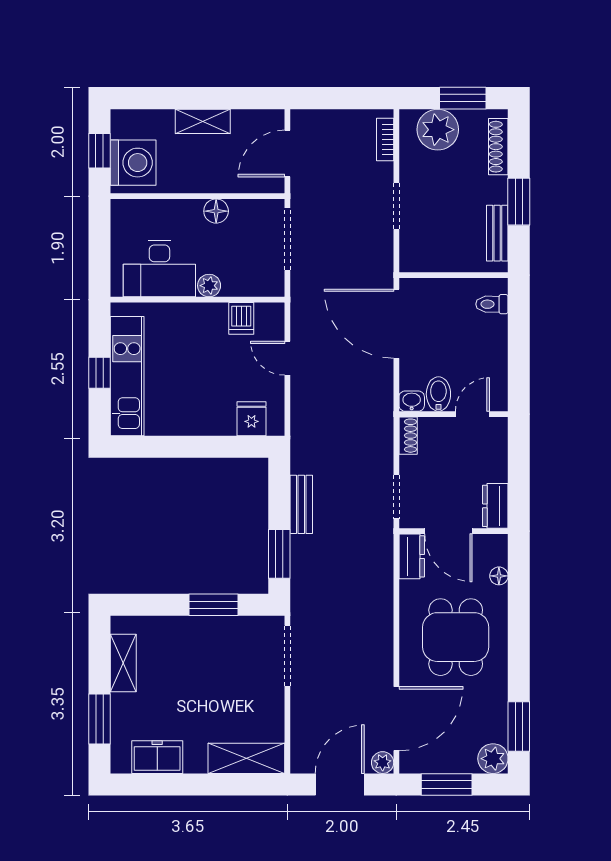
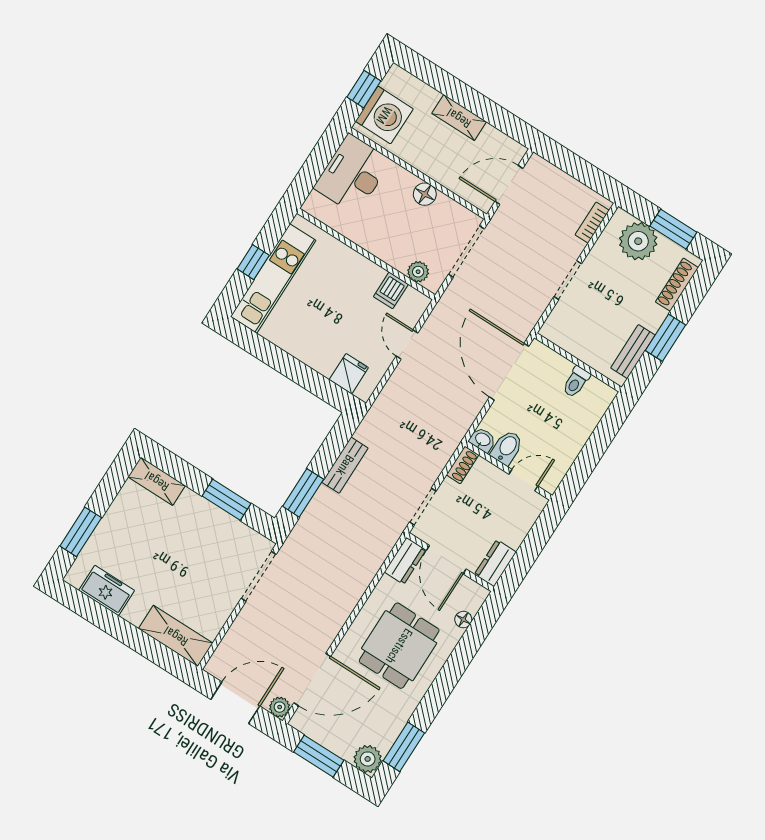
desk: (159, 269) -> (352, 174), moved, turned 90
plant: (209, 286) -> (418, 272), moved
toilet: (492, 304) -> (576, 382), moved, turned -90
shelving: (123, 663) -> (157, 481), moved, turned 90

